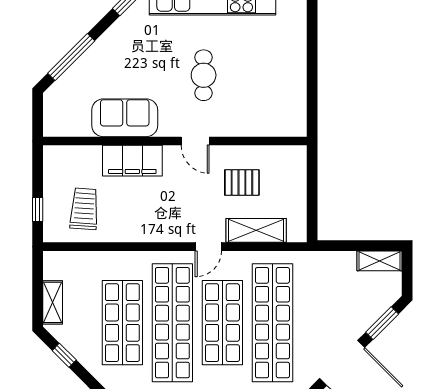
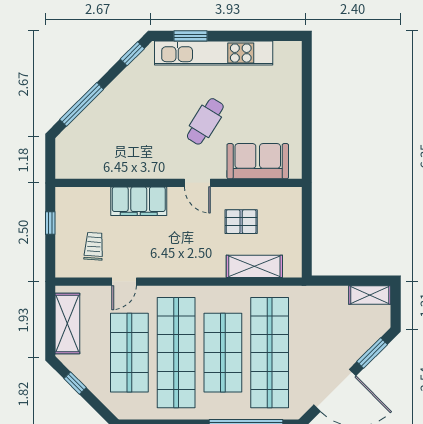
cafe table: (204, 75) -> (205, 121), turned 32
sofa: (125, 118) -> (258, 161), moved
window: (38, 209) -> (50, 223), moved
trolley: (84, 209) -> (94, 246), width x0.73, depth x0.72
door: (208, 247) -> (124, 282), moved
shelving: (53, 302) -> (67, 323), width x1.50, depth x1.33

